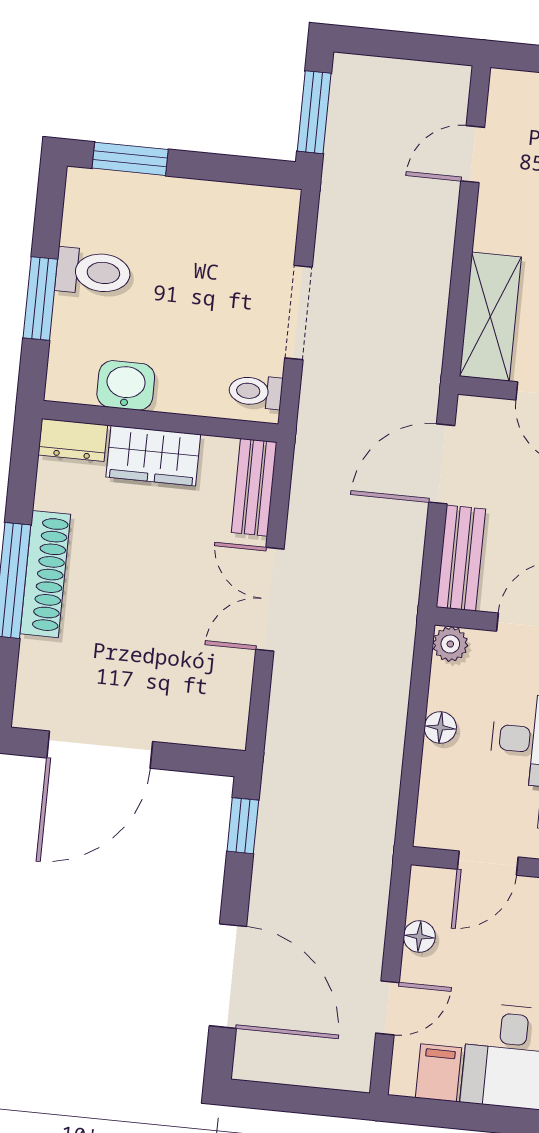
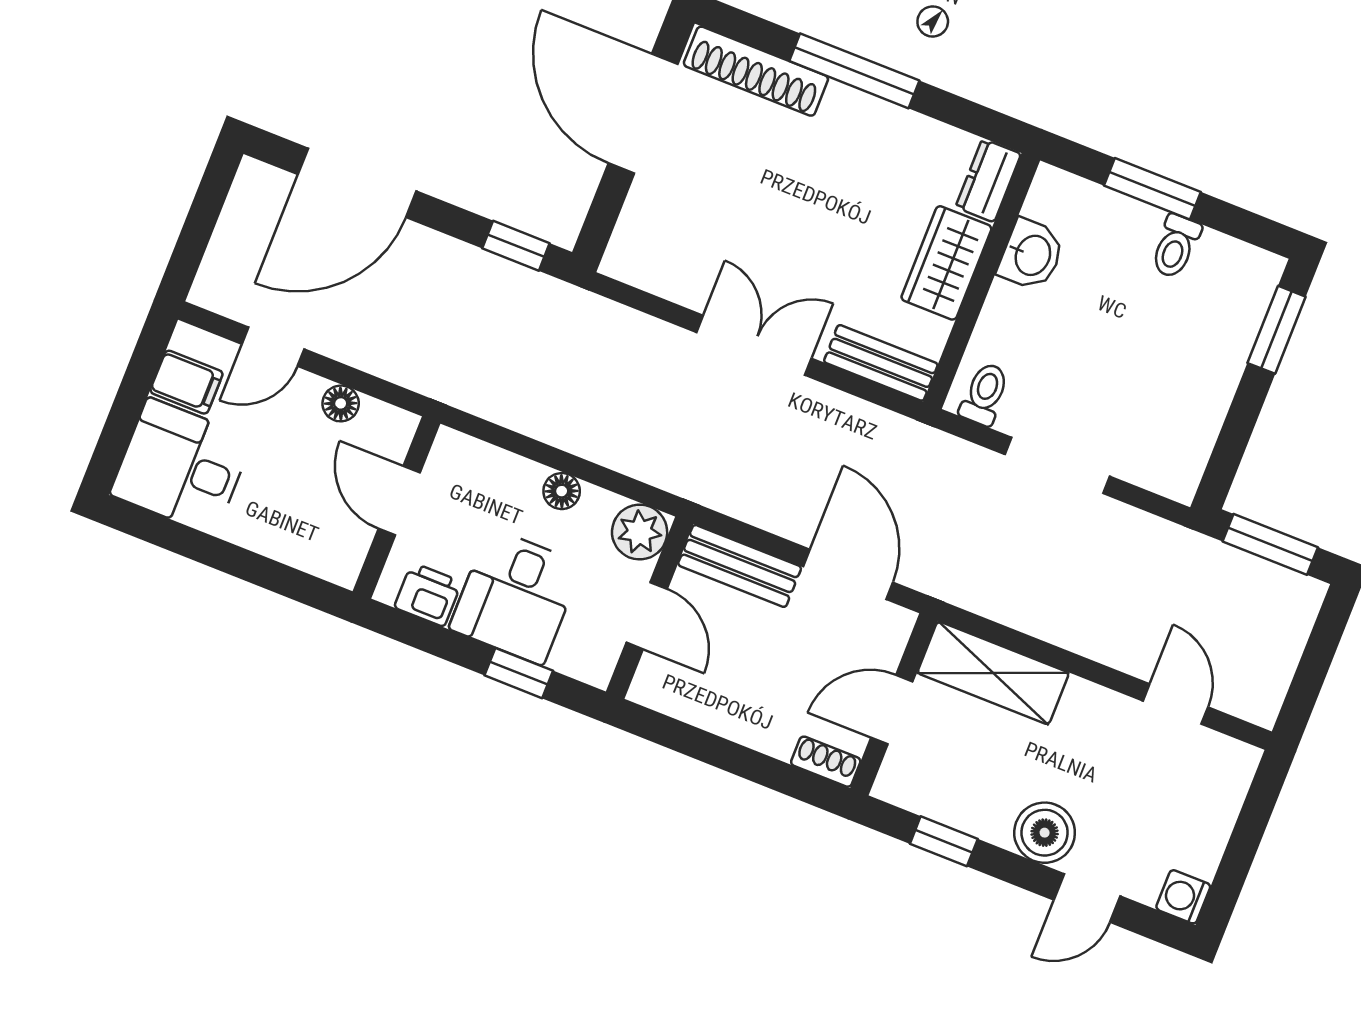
toilet: (93, 272) -> (1176, 246), width x0.73, depth x0.72
shoe rack: (45, 574) -> (756, 71), moved
plant: (450, 644) -> (640, 532), width x1.38, depth x1.38
door: (387, 1008) -> (273, 347), hinge flipped

